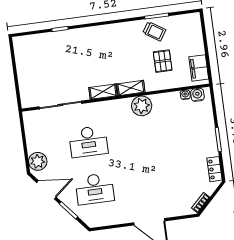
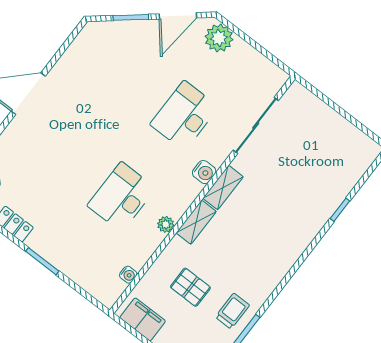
trolley: (154, 31) -> (232, 311), turned 147
water cooler: (197, 95) -> (204, 172), moved
plant: (142, 106) -> (166, 224), width x0.53, depth x0.53
desk: (95, 189) -> (122, 197), moved

